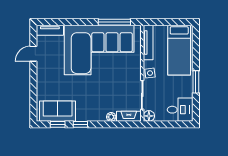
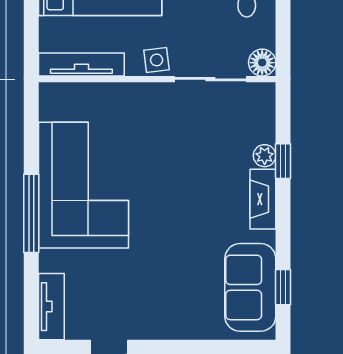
window: (114, 22) -> (31, 213), moved
corner sofa: (99, 50) -> (84, 185), width x0.73, depth x0.74
fireplace: (129, 116) -> (263, 199), moved
window: (80, 124) -> (283, 161), moved

